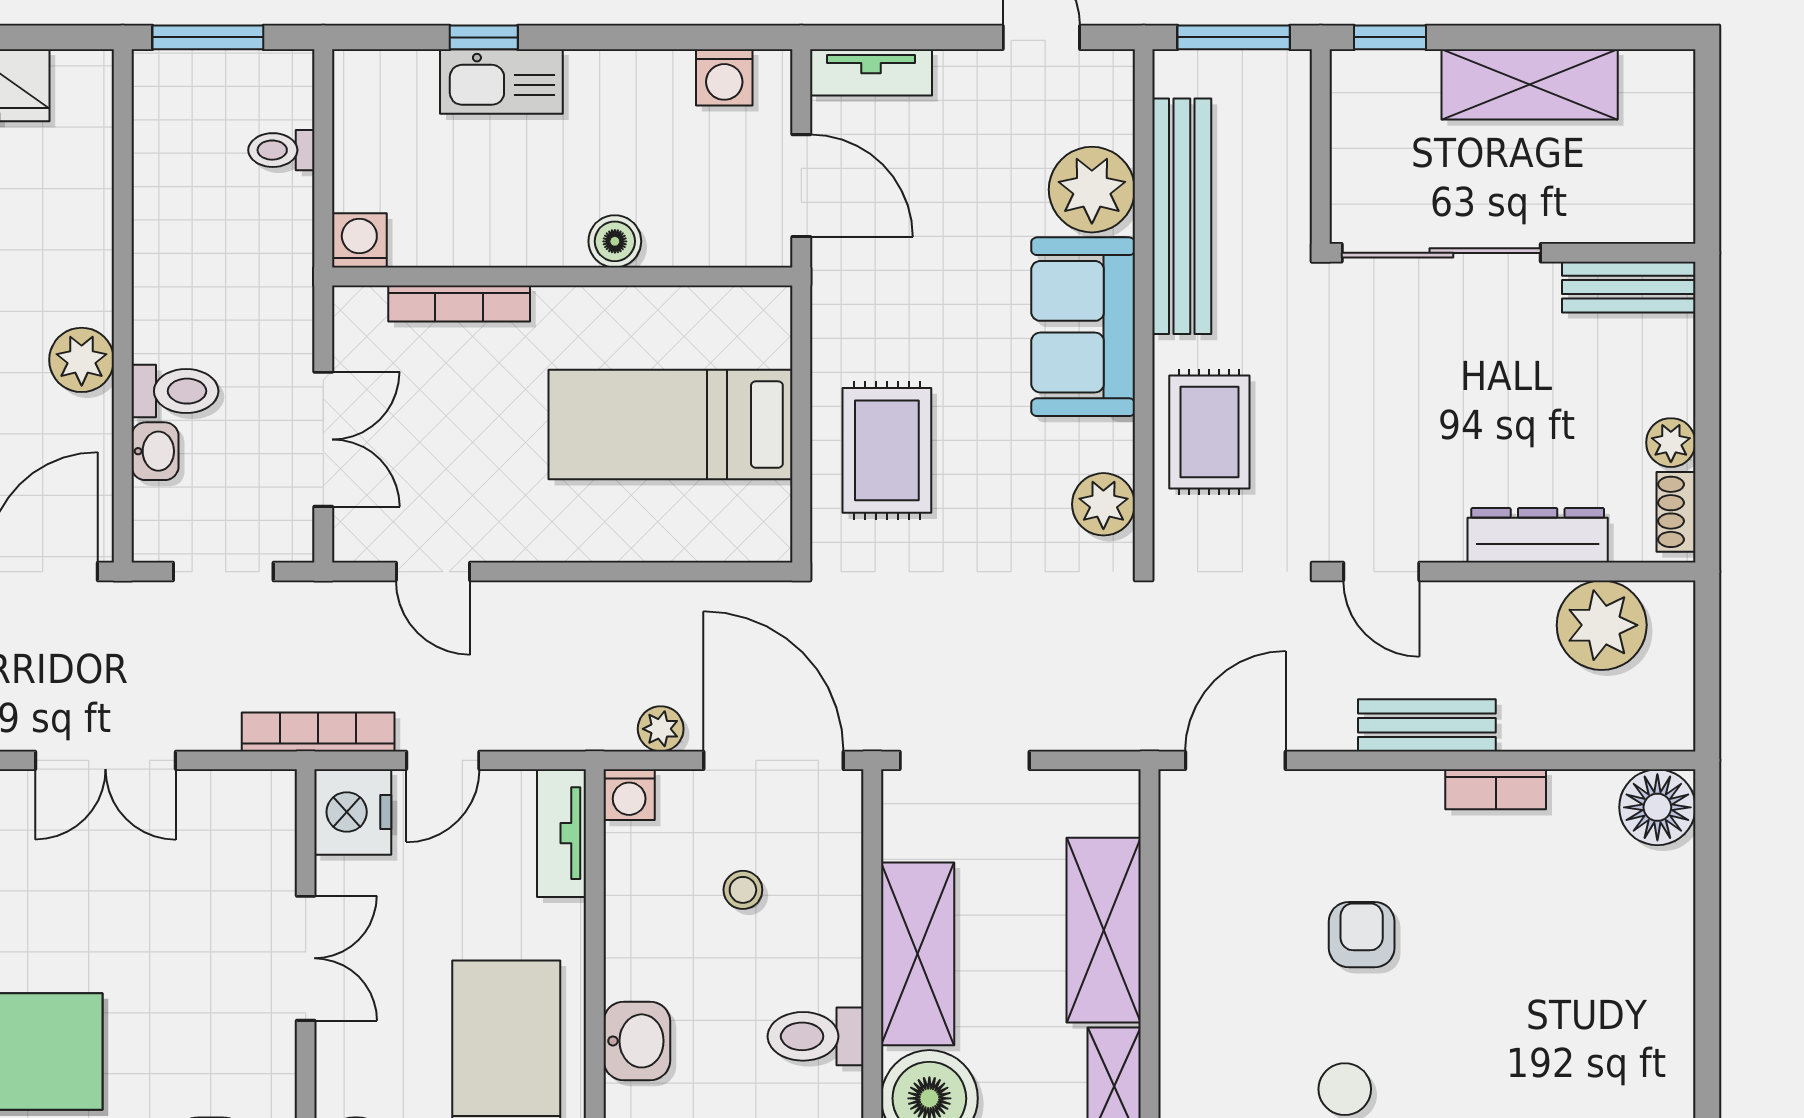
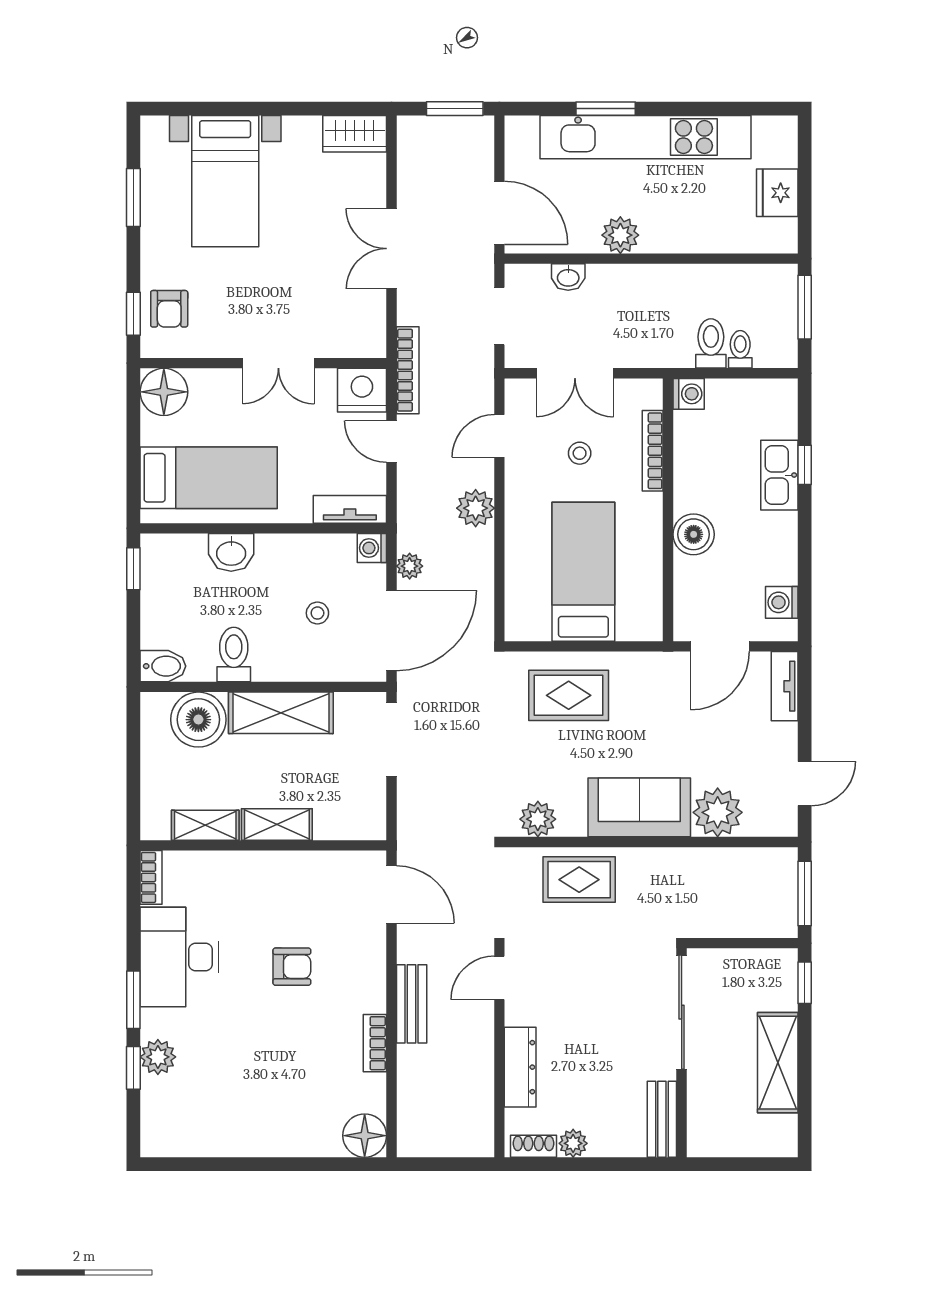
bench: (1182, 216) -> (702, 864), removed
boiler: (615, 241) -> (694, 534), width x1.36, depth x1.36
toilet: (175, 391) -> (711, 343), moved, turned 180
stool: (463, 431) -> (580, 453), added
plant: (1602, 625) -> (476, 508), moved, width x0.73, depth x0.73
shelving: (1104, 930) -> (277, 824), width x0.67, depth x0.75

